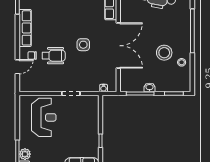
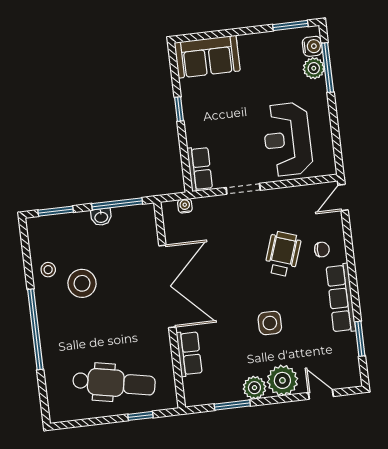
side table: (83, 45) -> (270, 323), moved
double door: (118, 46) -> (167, 286), swing flipped
wheelchair: (54, 56) -> (283, 254), turned 109
door: (17, 67) -> (343, 197), moved
row of seats: (93, 107) -> (200, 169), added

